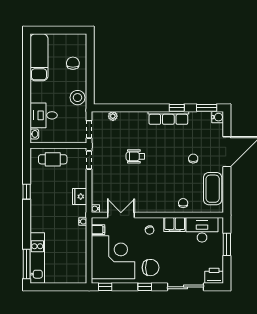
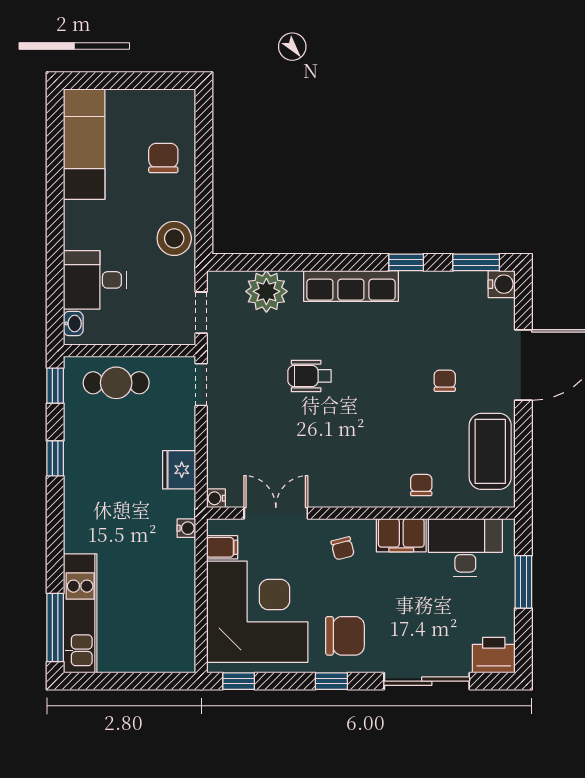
plant: (113, 116) -> (266, 291), width x1.87, depth x1.87
row of seats: (168, 118) -> (351, 286), moved
window: (27, 161) -> (55, 386), added

